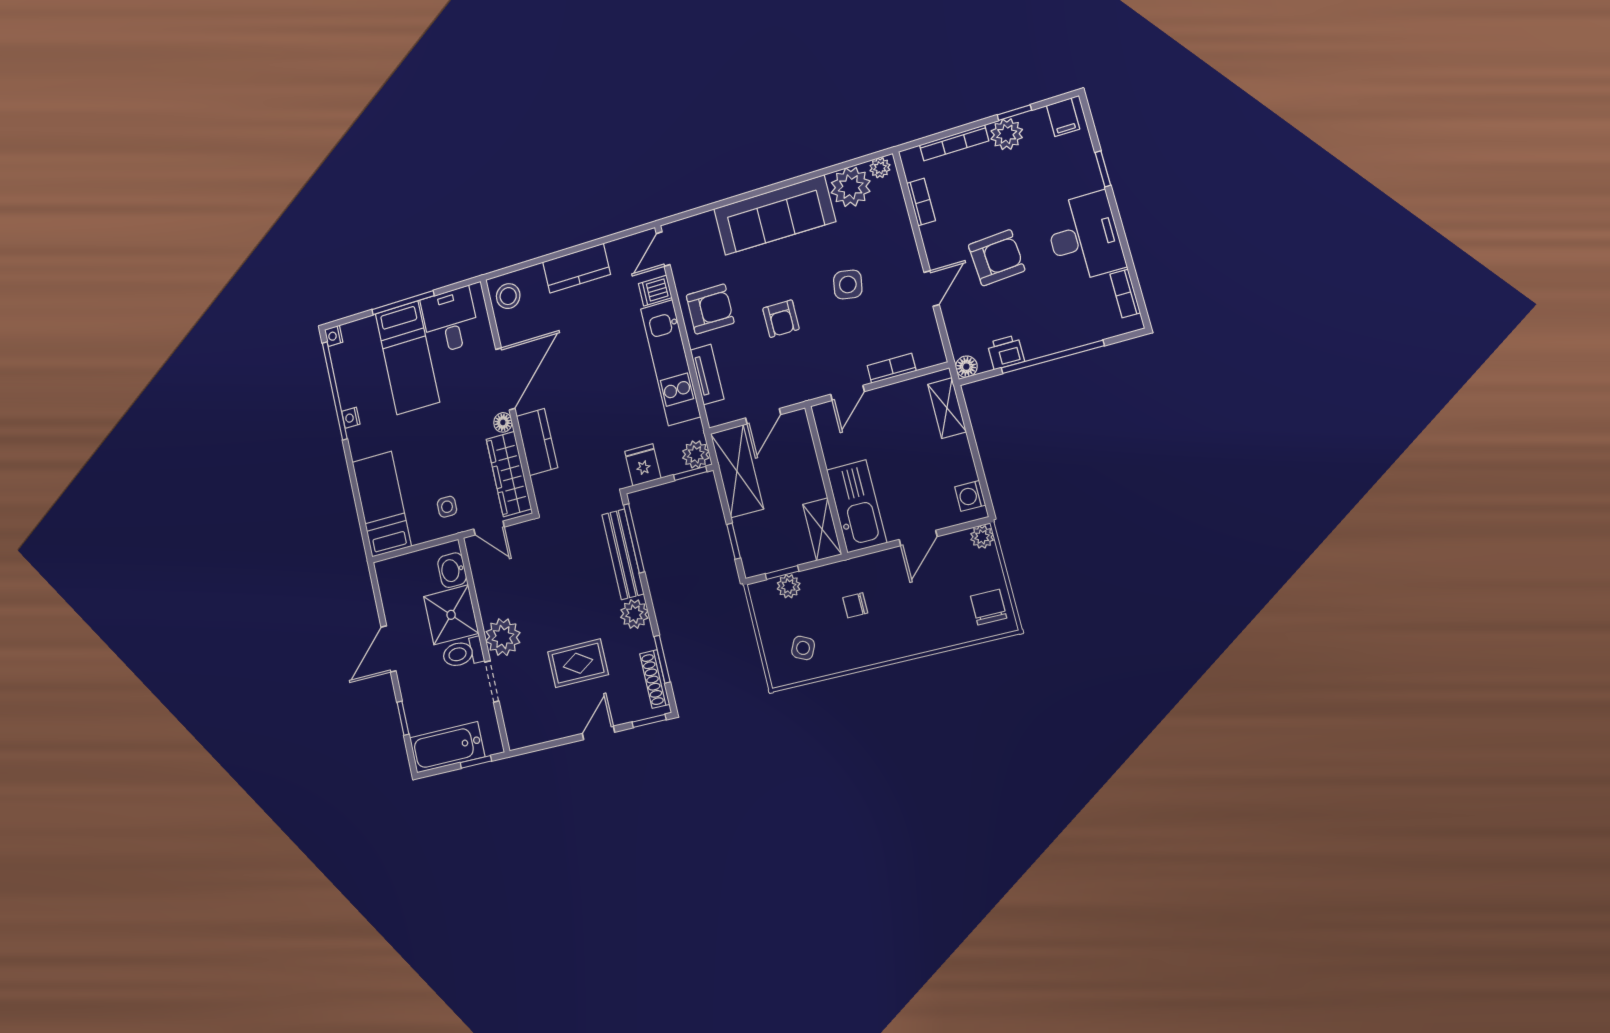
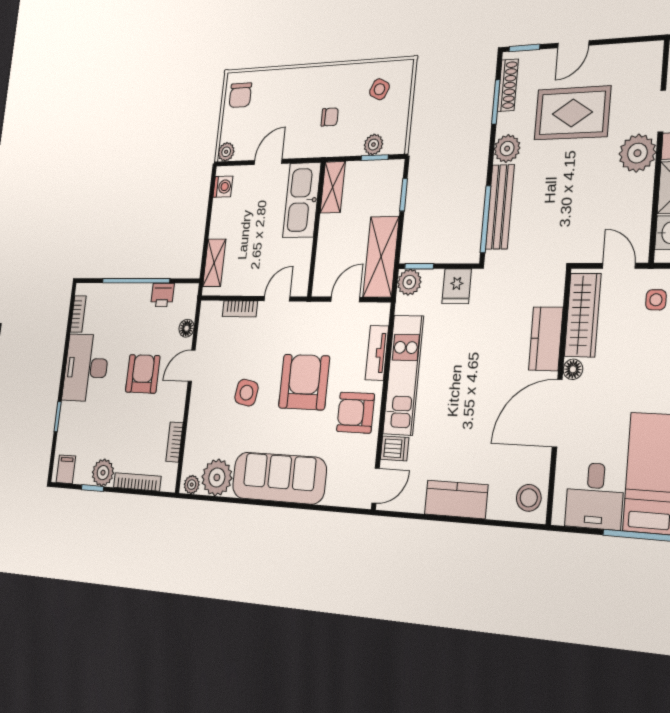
armchair: (997, 258) -> (143, 374), turned 94
armchair: (781, 319) -> (304, 382), width x1.88, depth x1.88
floor lamp: (966, 367) -> (187, 328), moved
rug: (578, 663) -> (572, 113), width x1.36, depth x1.43

